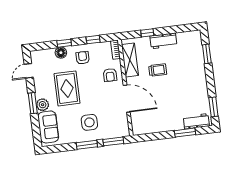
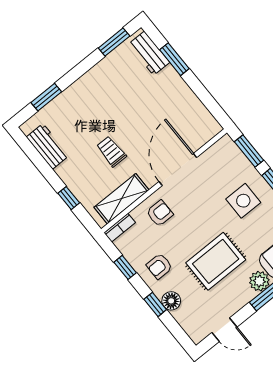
workbench: (163, 41) -> (48, 146), moved

